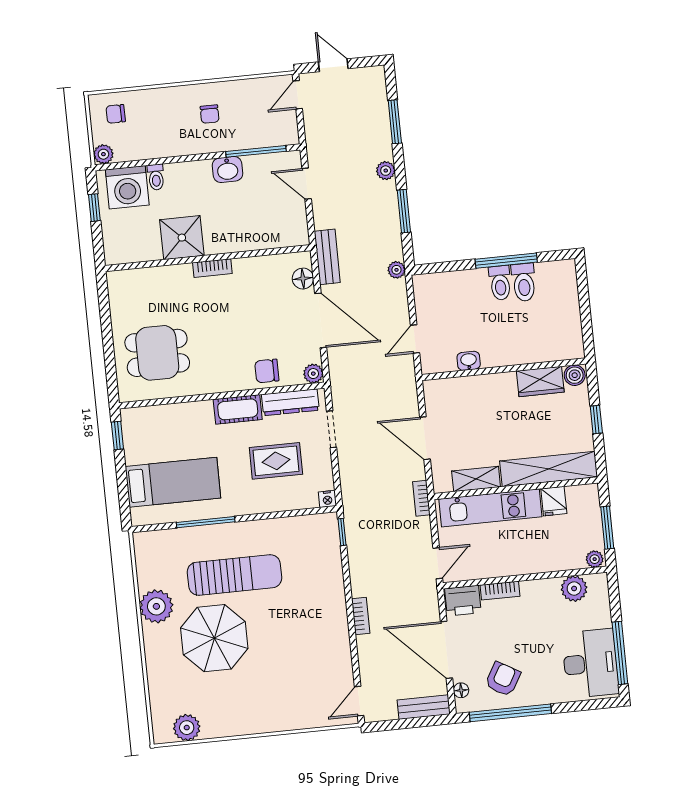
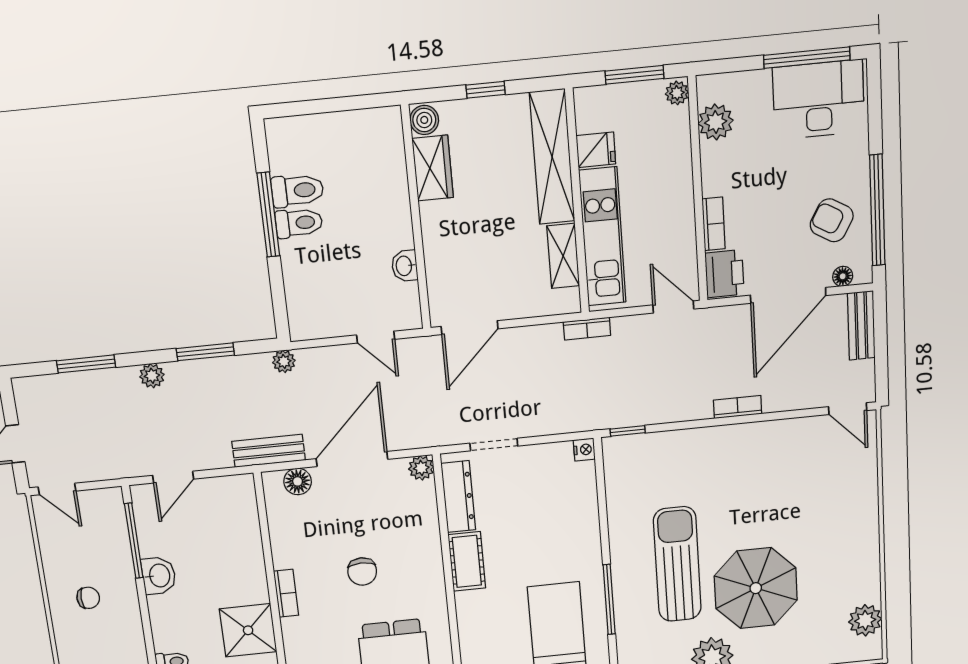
chair: (267, 371) -> (362, 572), moved
door: (425, 438) -> (470, 328), moved
rug: (276, 461) -> (533, 514), removed

